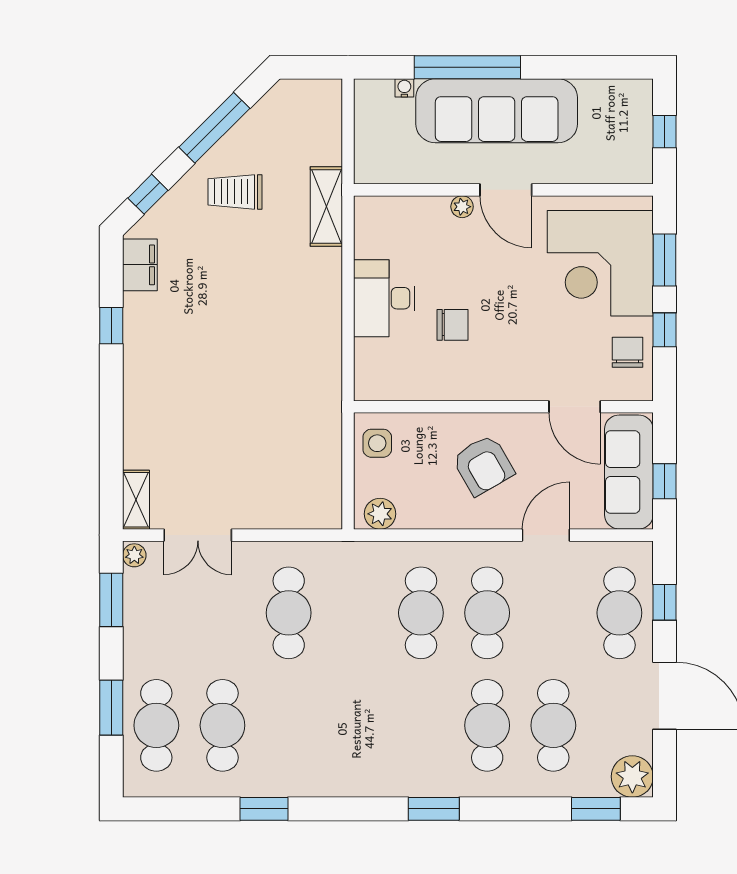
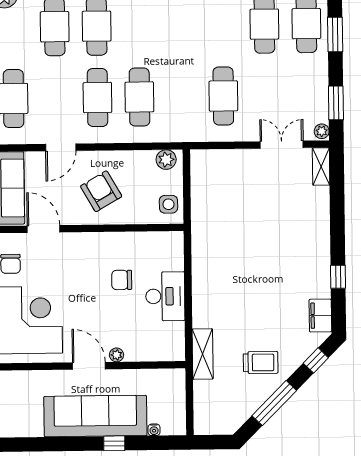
window: (467, 67) -> (114, 443), width x0.32

